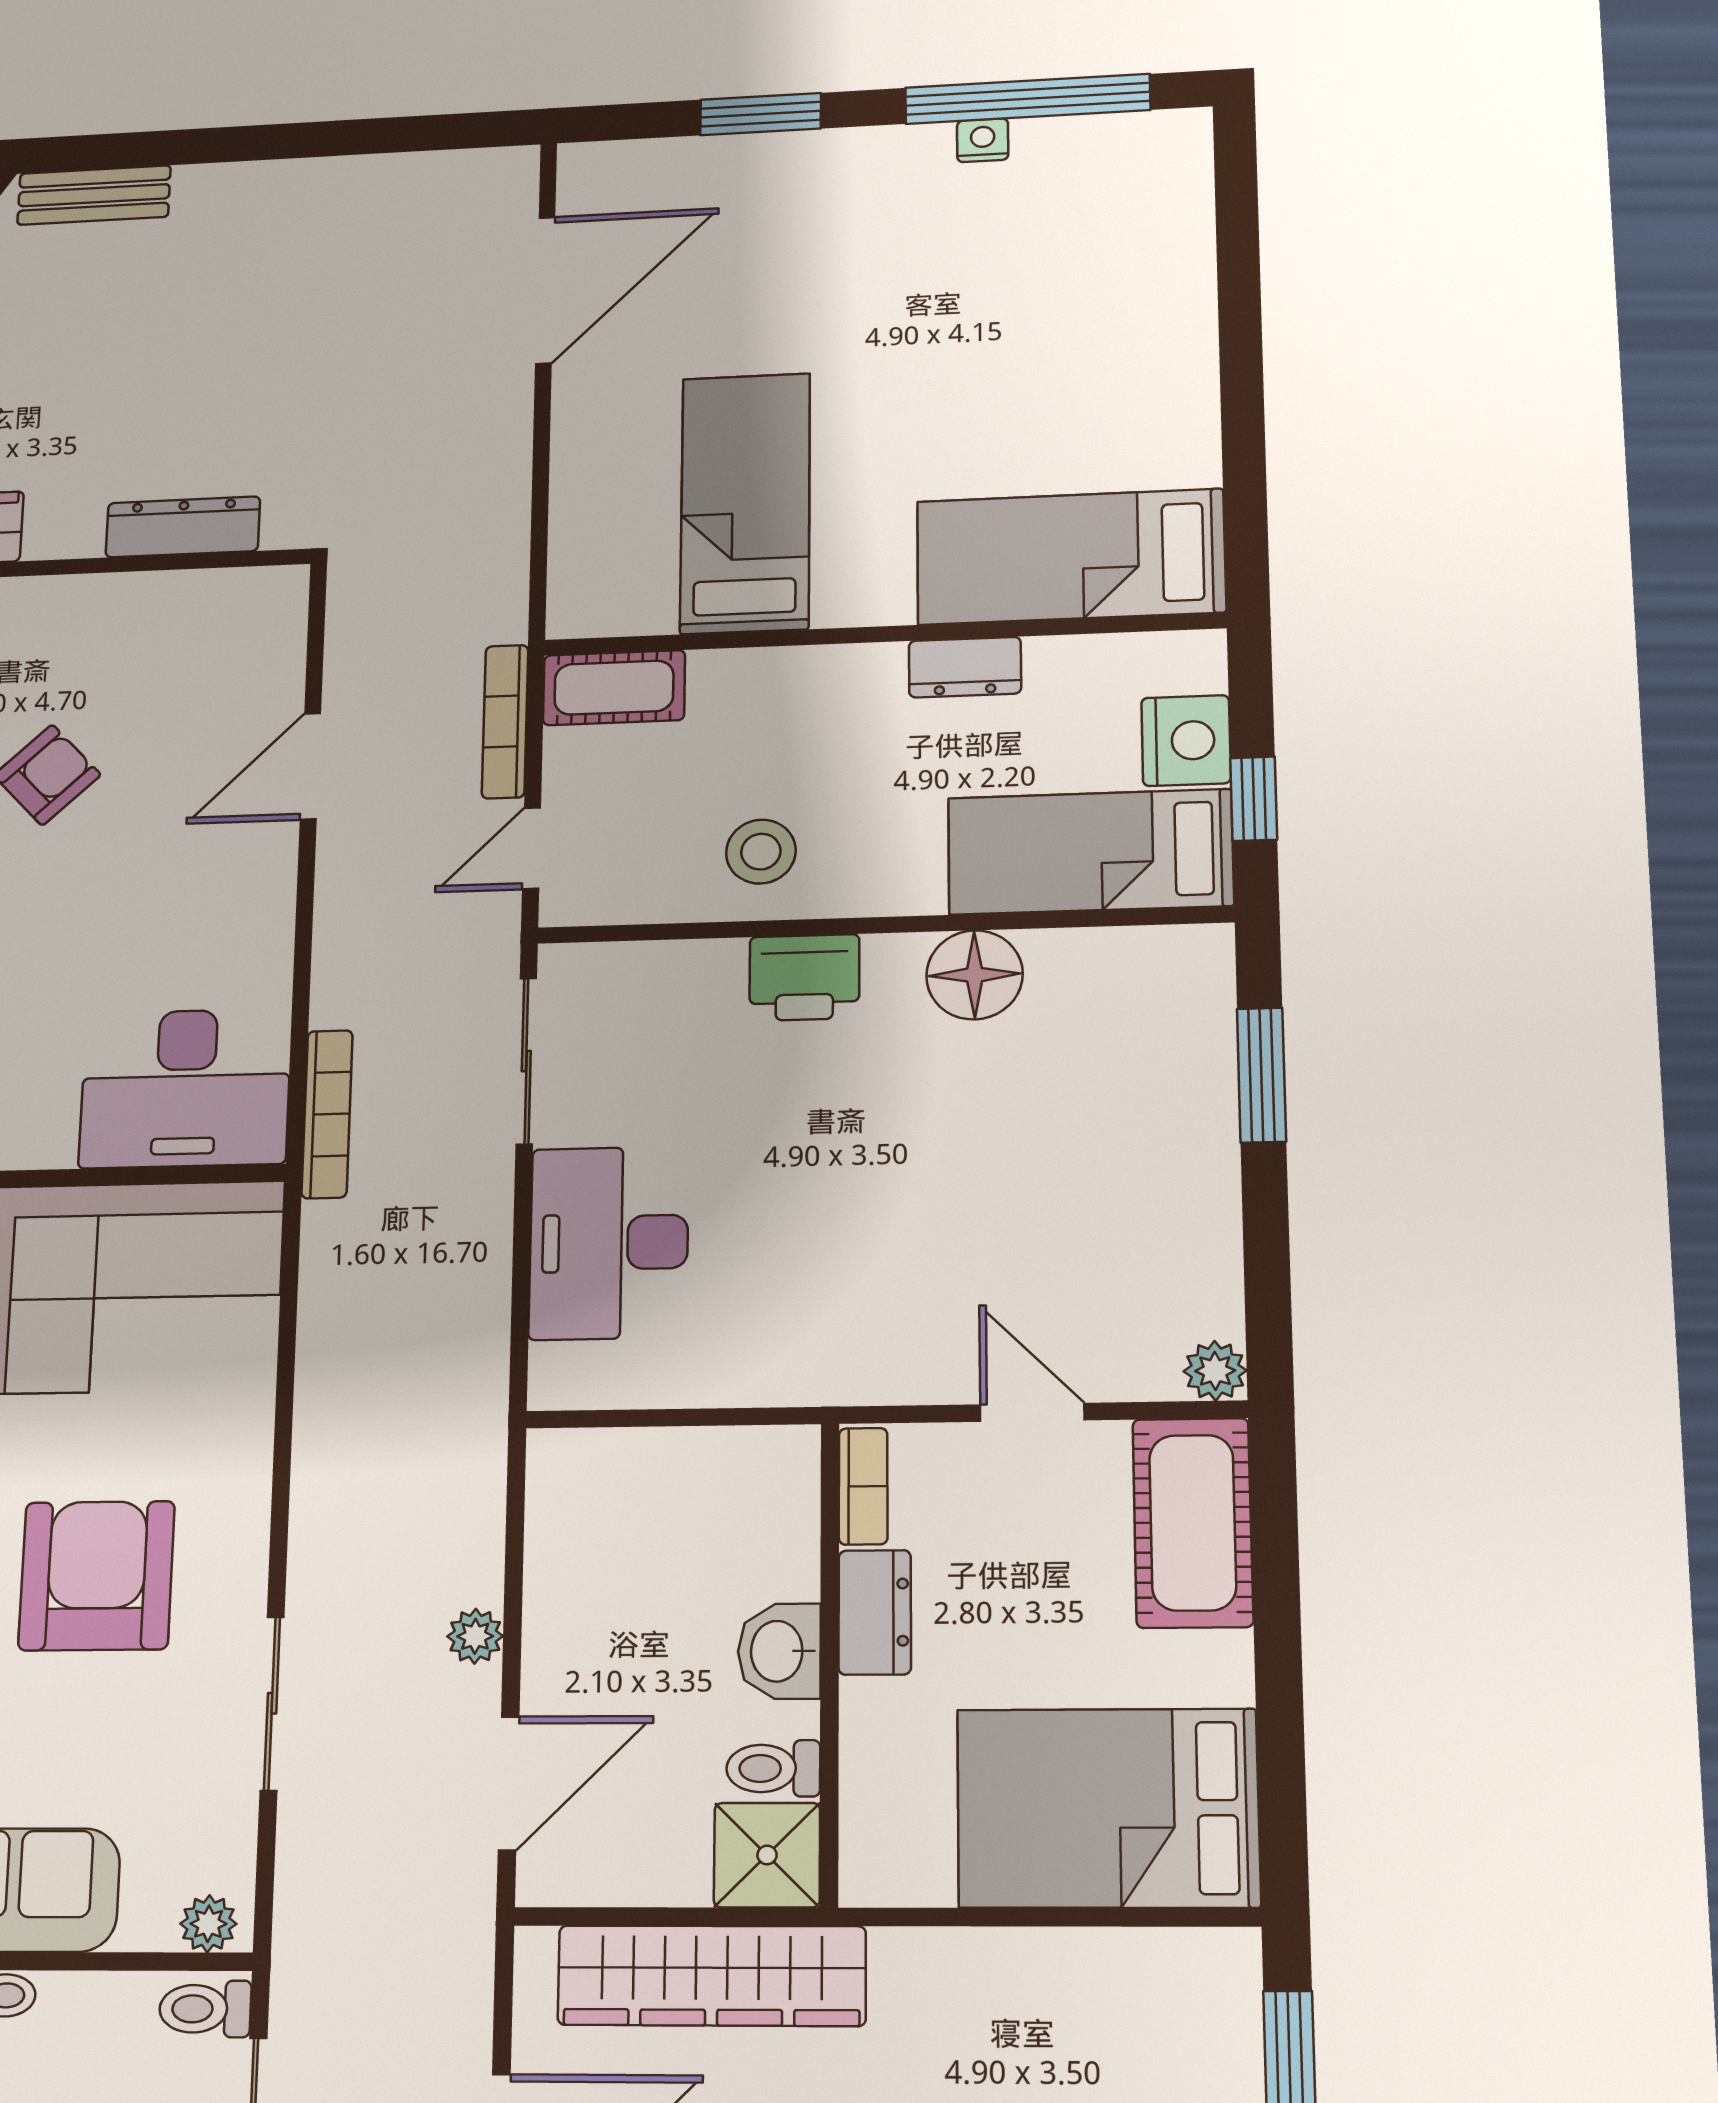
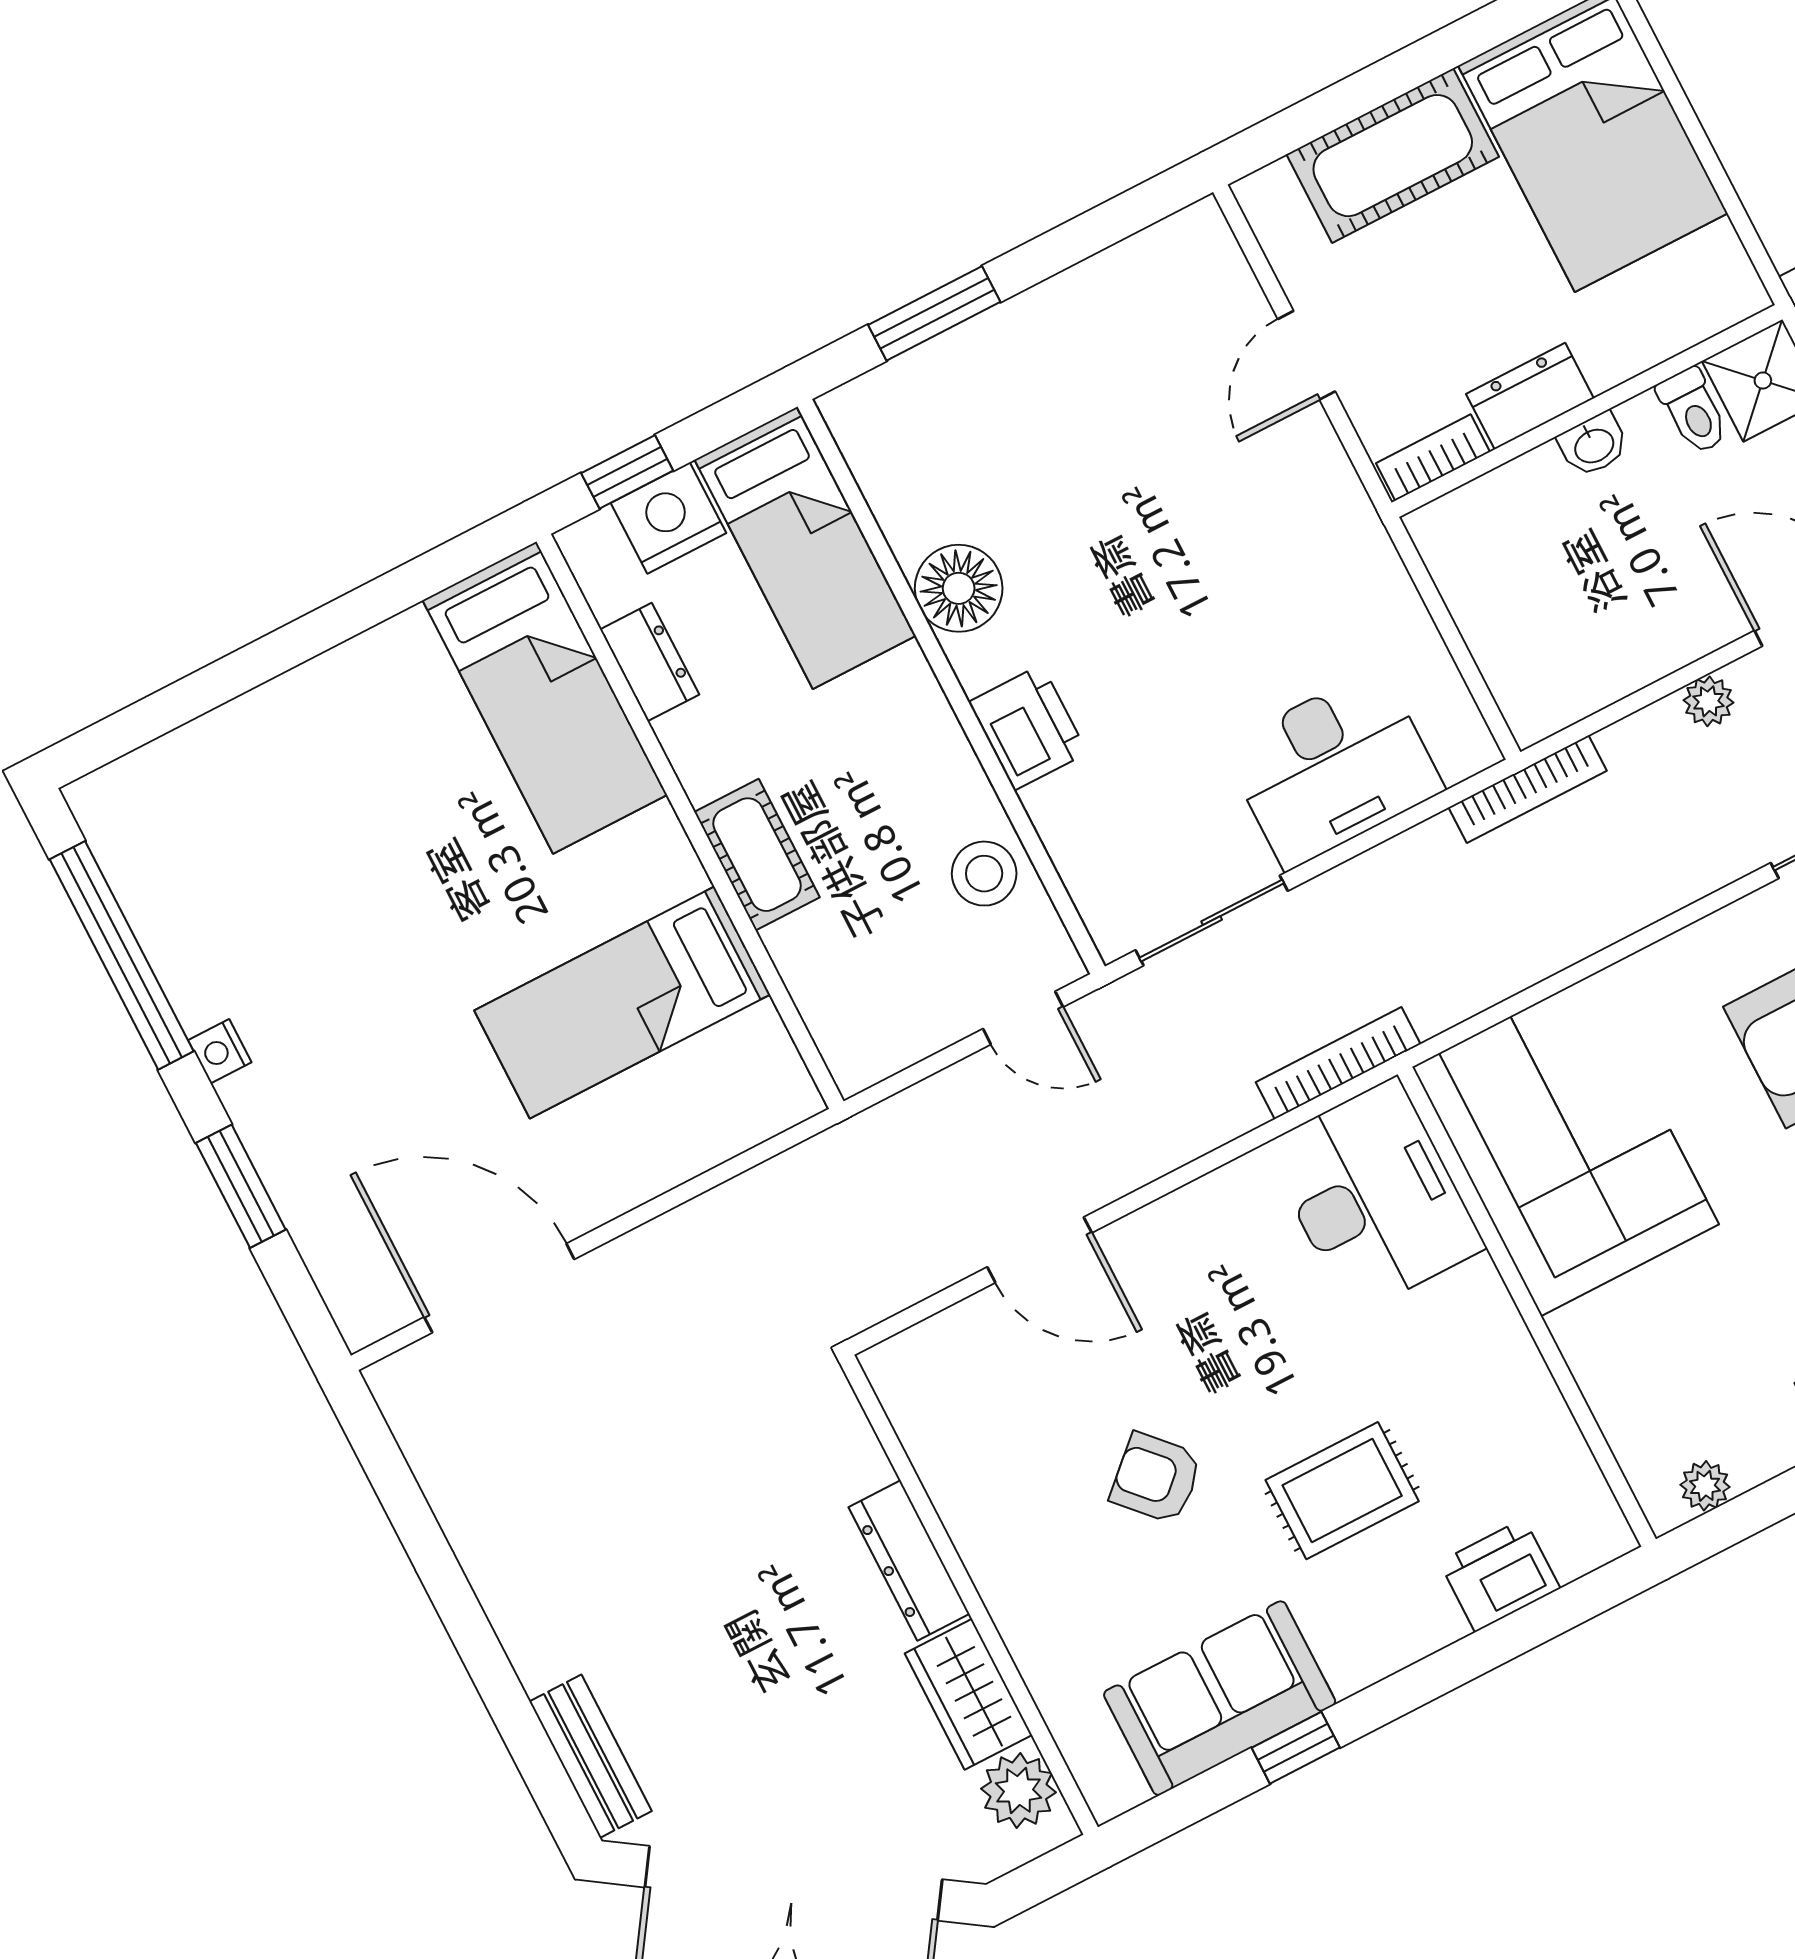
nightstand: (983, 140) -> (220, 1051), moved
dresser: (183, 527) -> (909, 1561), moved
dresser: (965, 667) -> (650, 662), moved
cot: (614, 688) -> (757, 855), moved
bookcase: (505, 721) -> (1528, 789), moved
window: (1254, 799) -> (627, 472), moved
stool: (761, 852) -> (984, 874), moved
plant: (1215, 1371) -> (1201, 229), removed
cot: (1193, 1522) -> (1393, 156), moved
washbasin: (779, 1651) -> (1594, 445), width x0.72, depth x0.69

